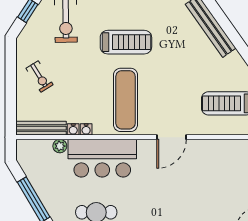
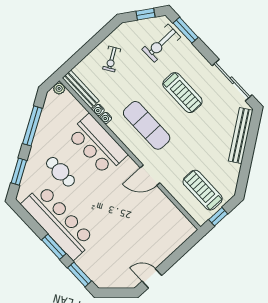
exercise mat: (126, 100) -> (147, 125), turned 90
plant: (60, 146) -> (59, 88), moved

